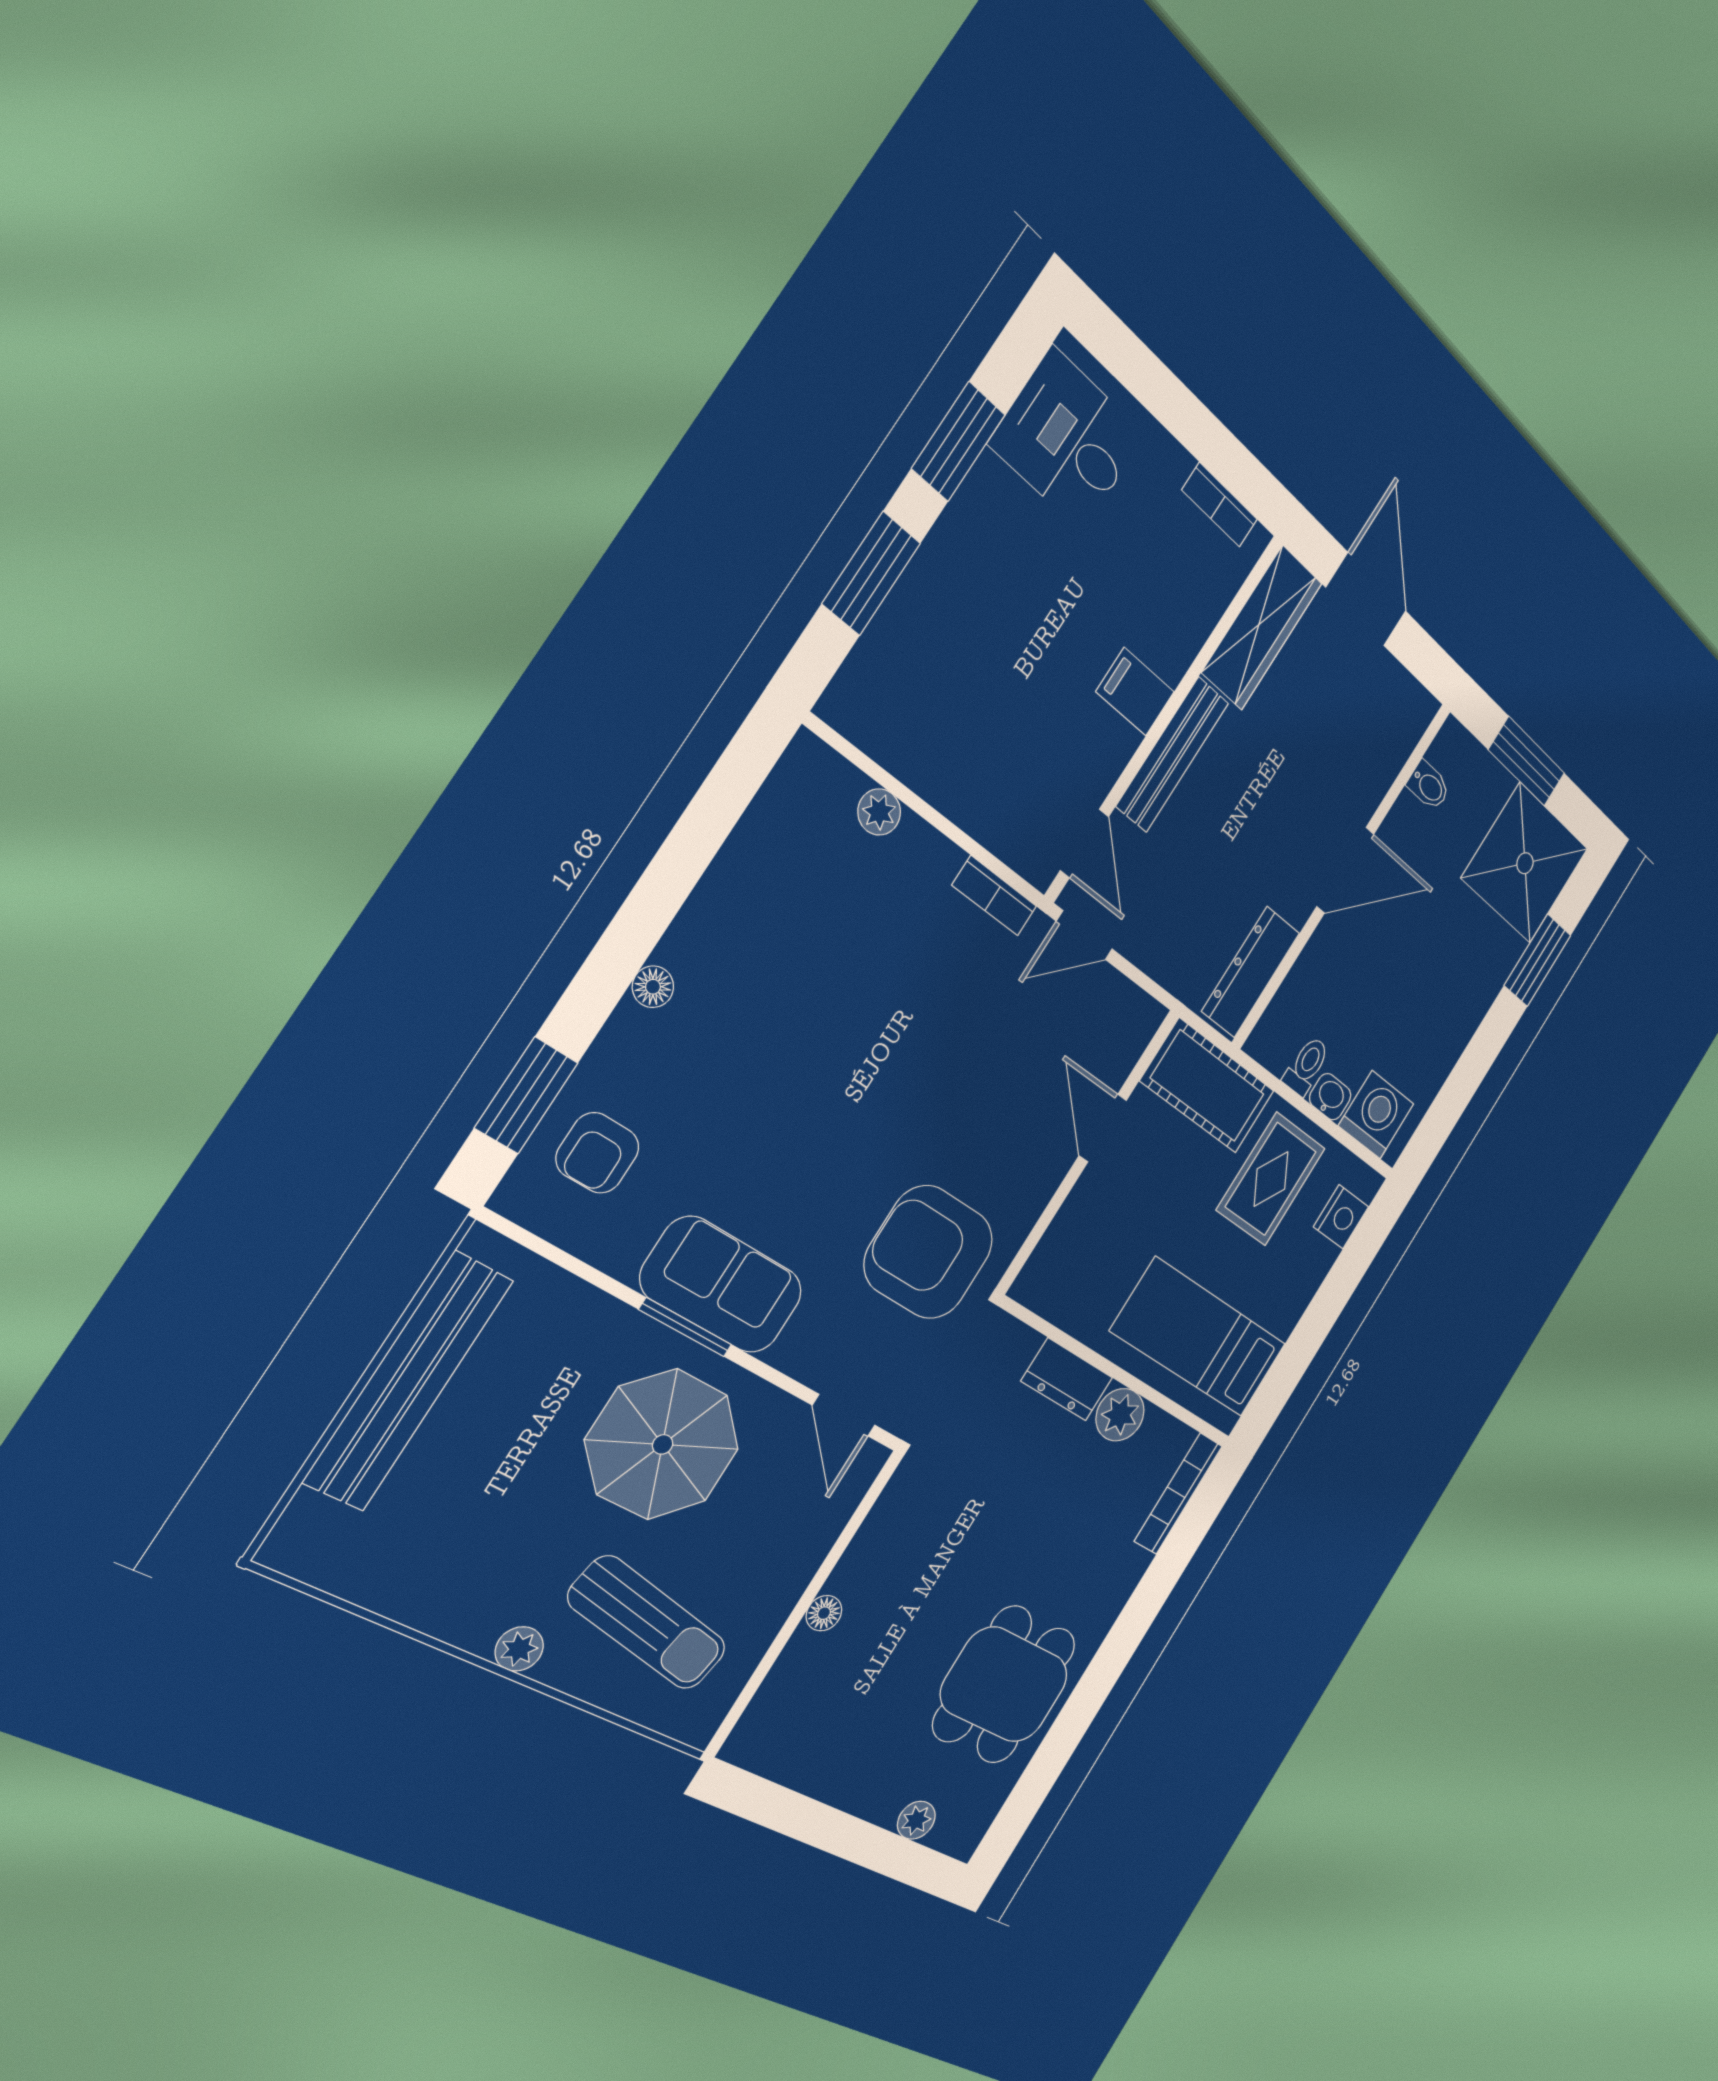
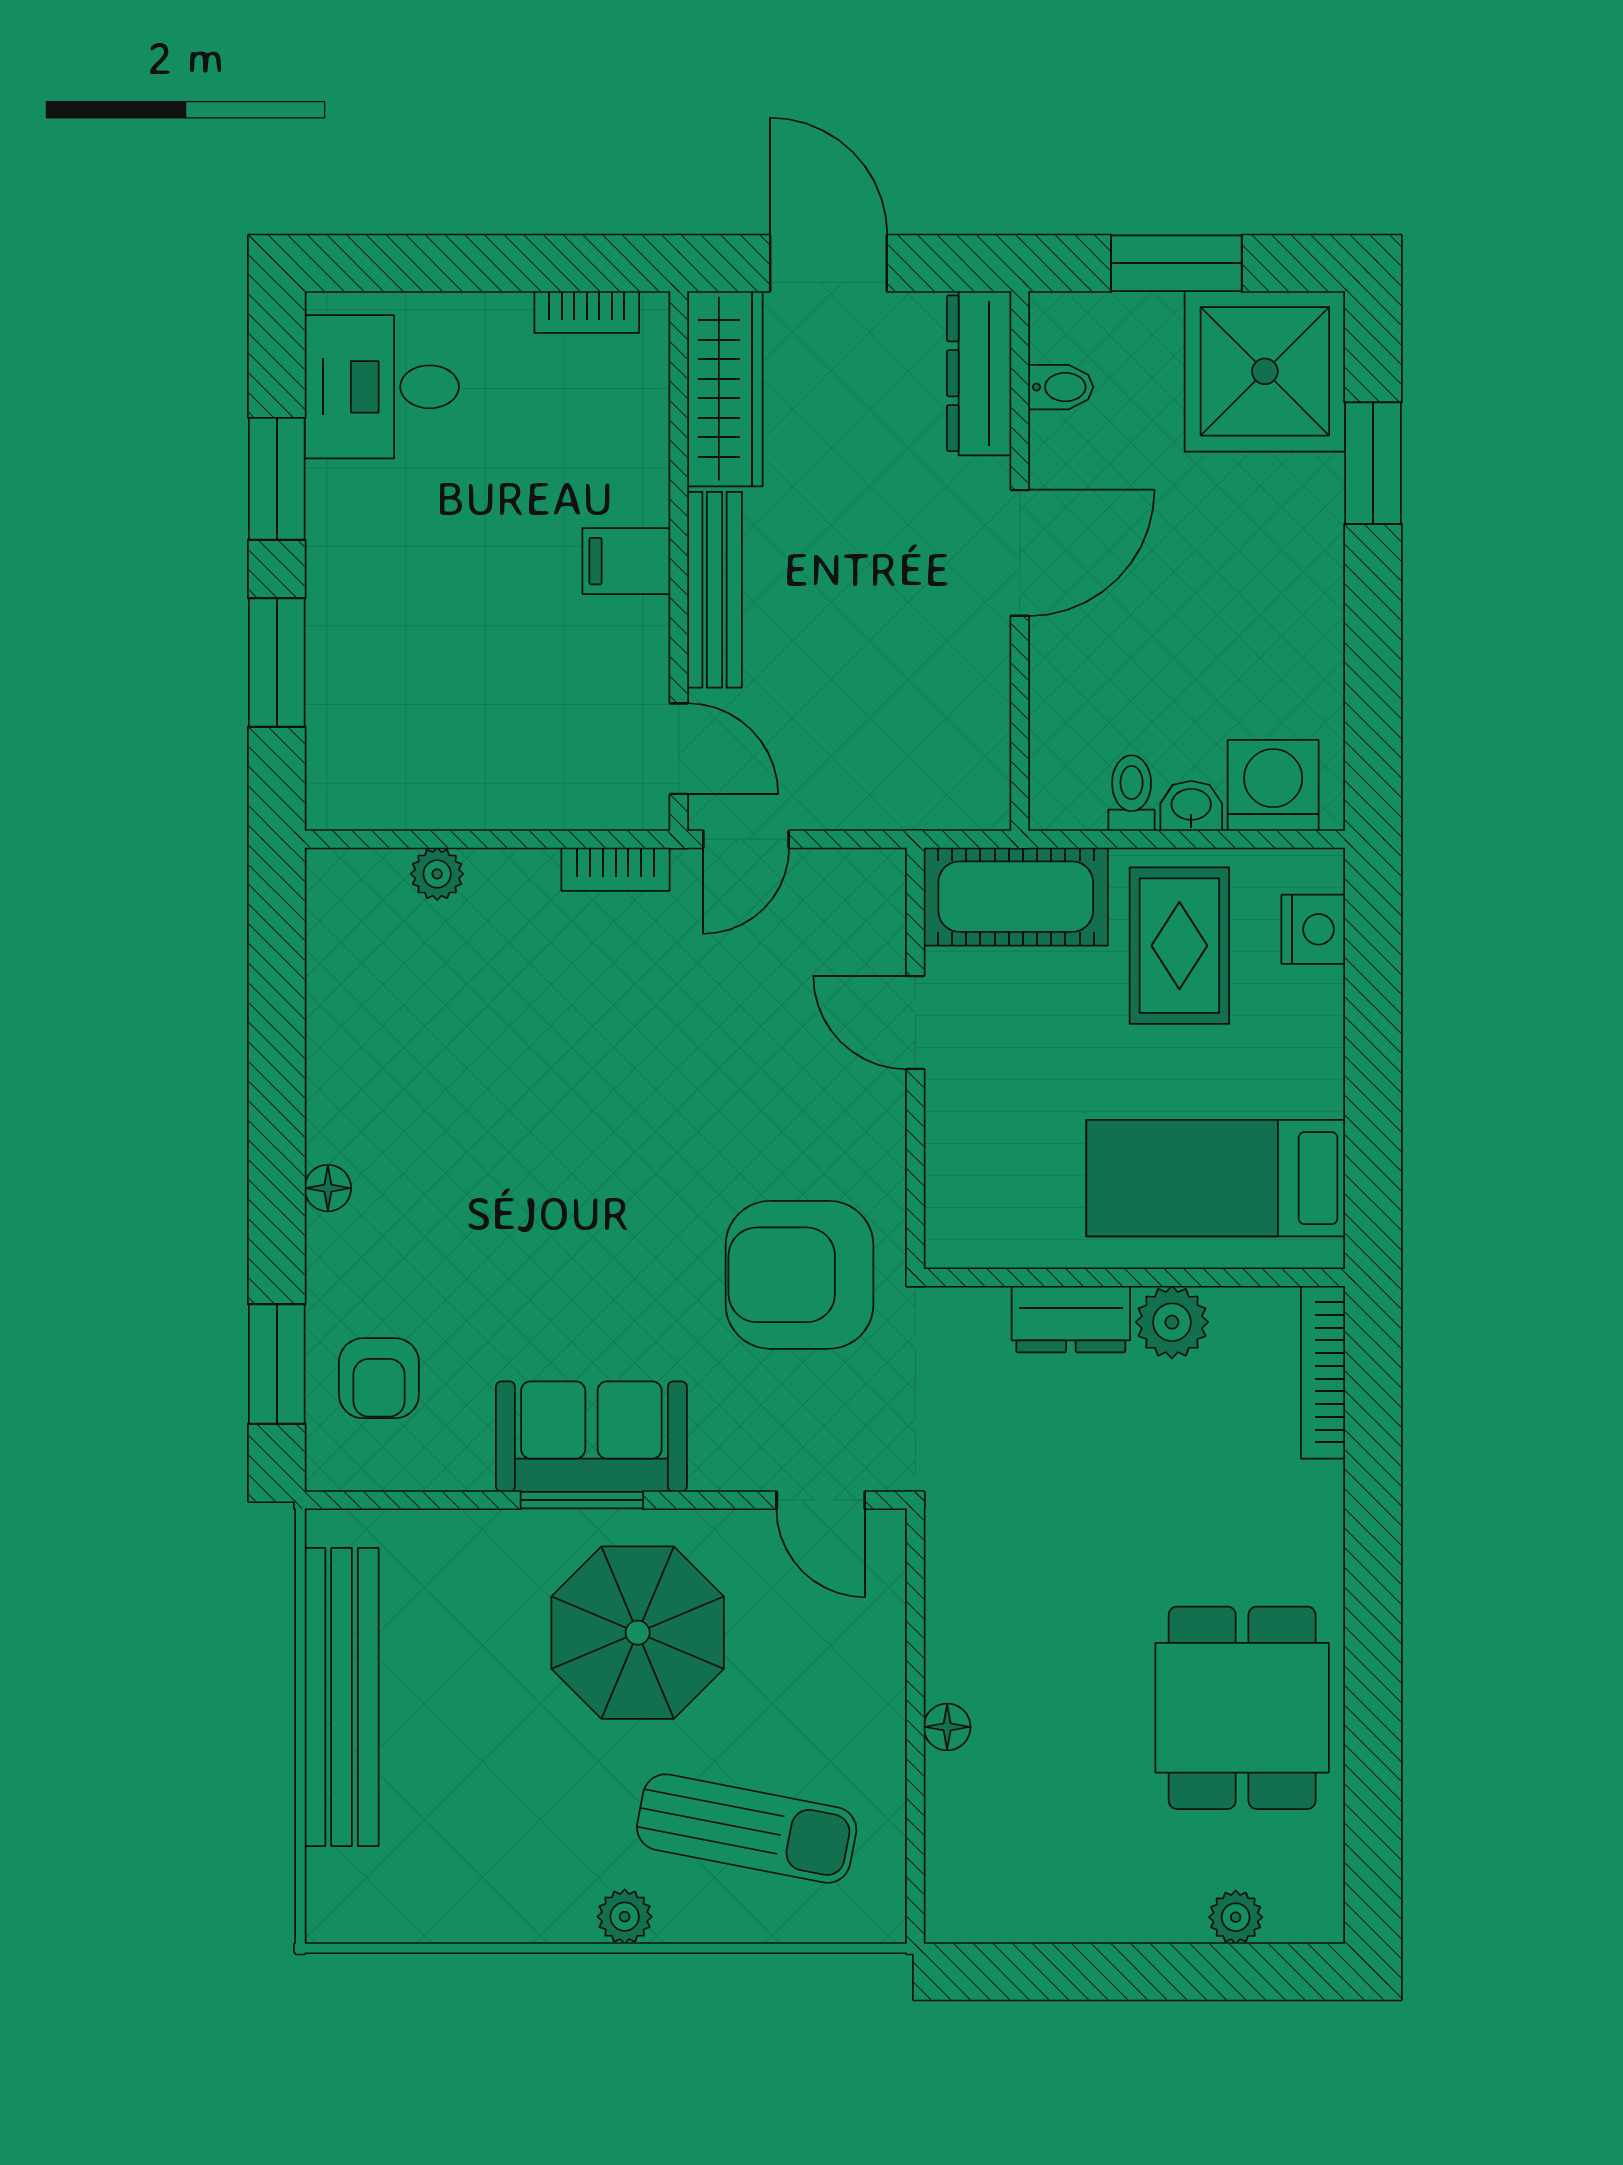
dresser: (1251, 972) -> (979, 373), moved

